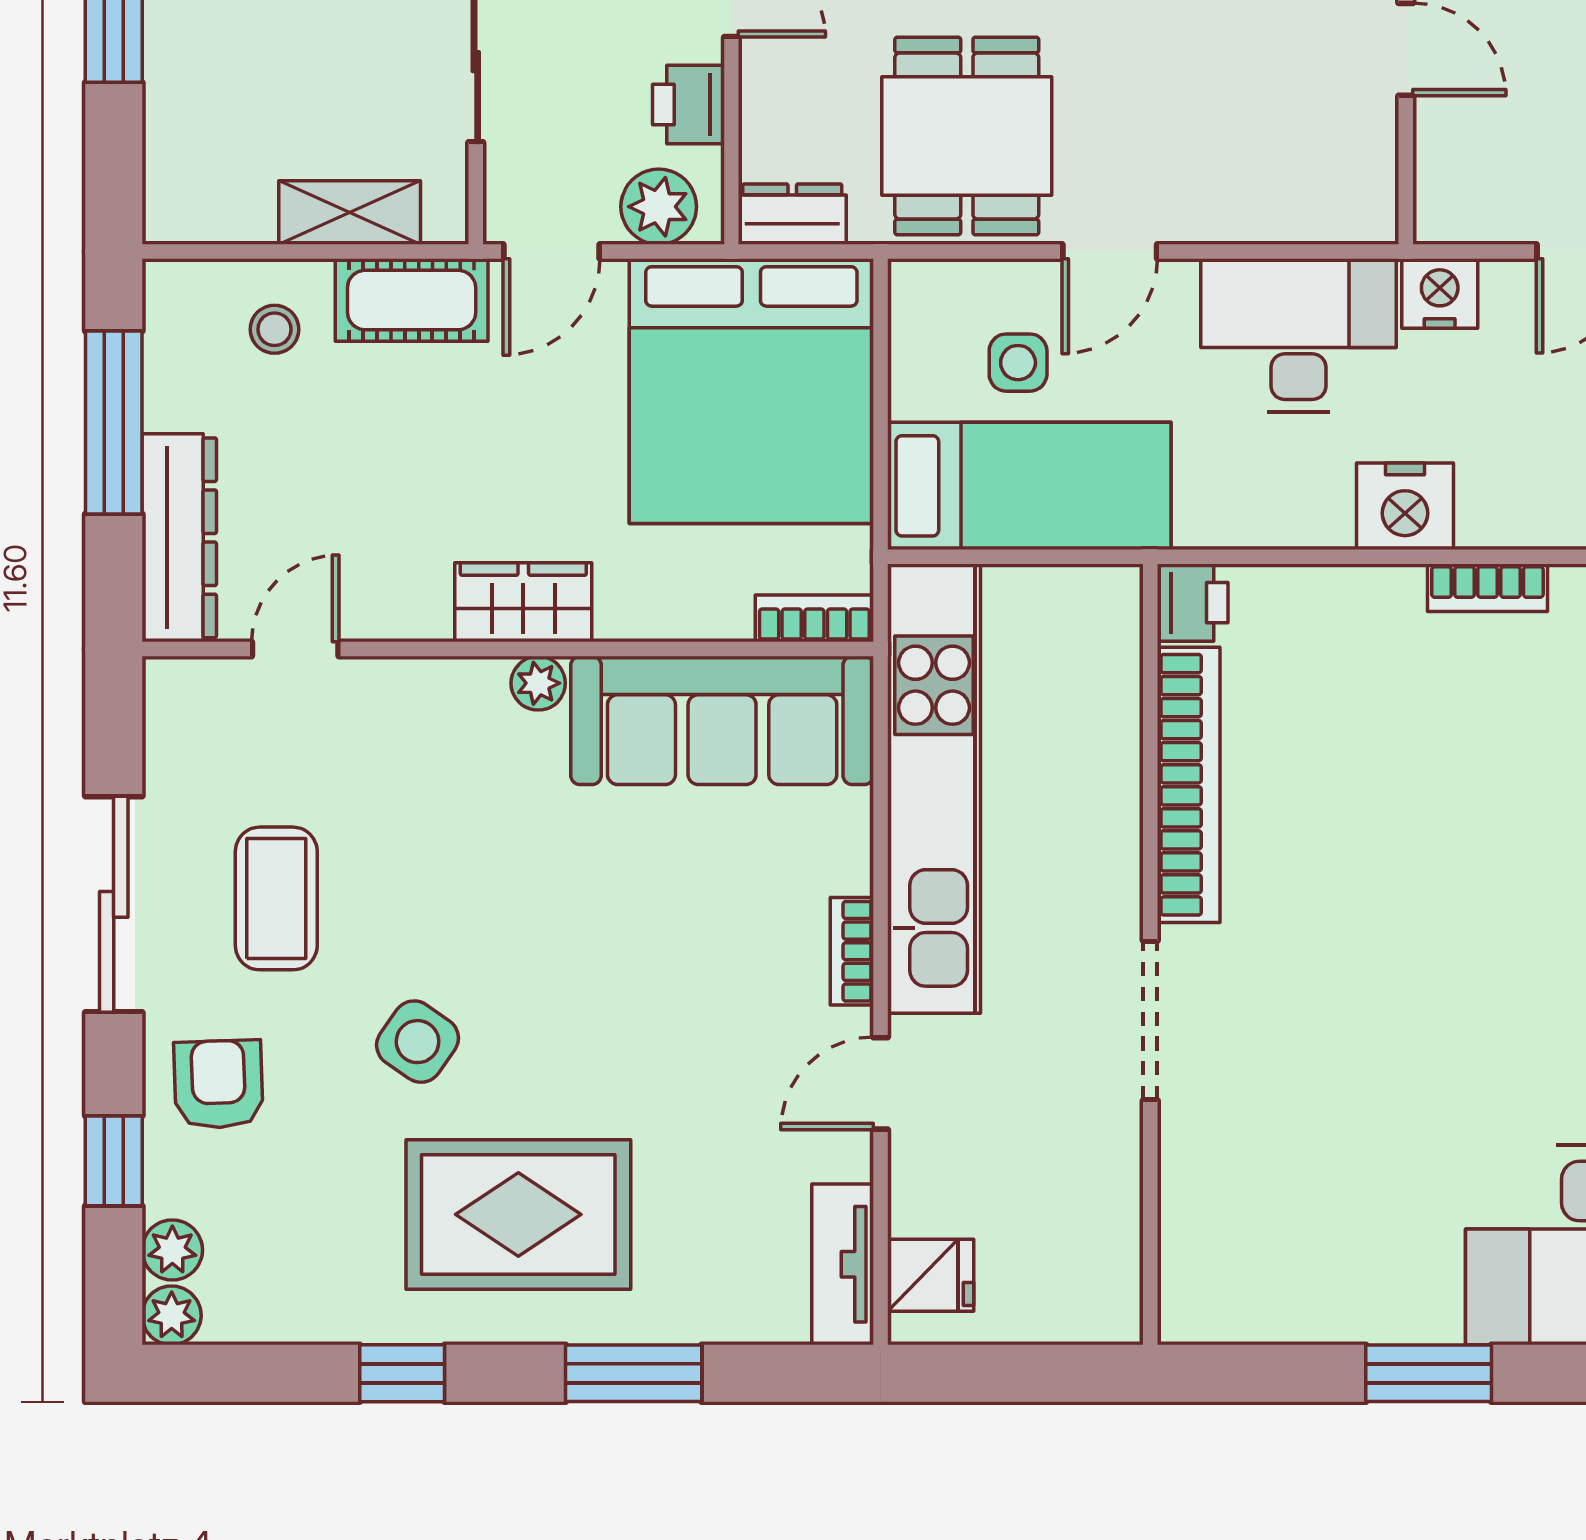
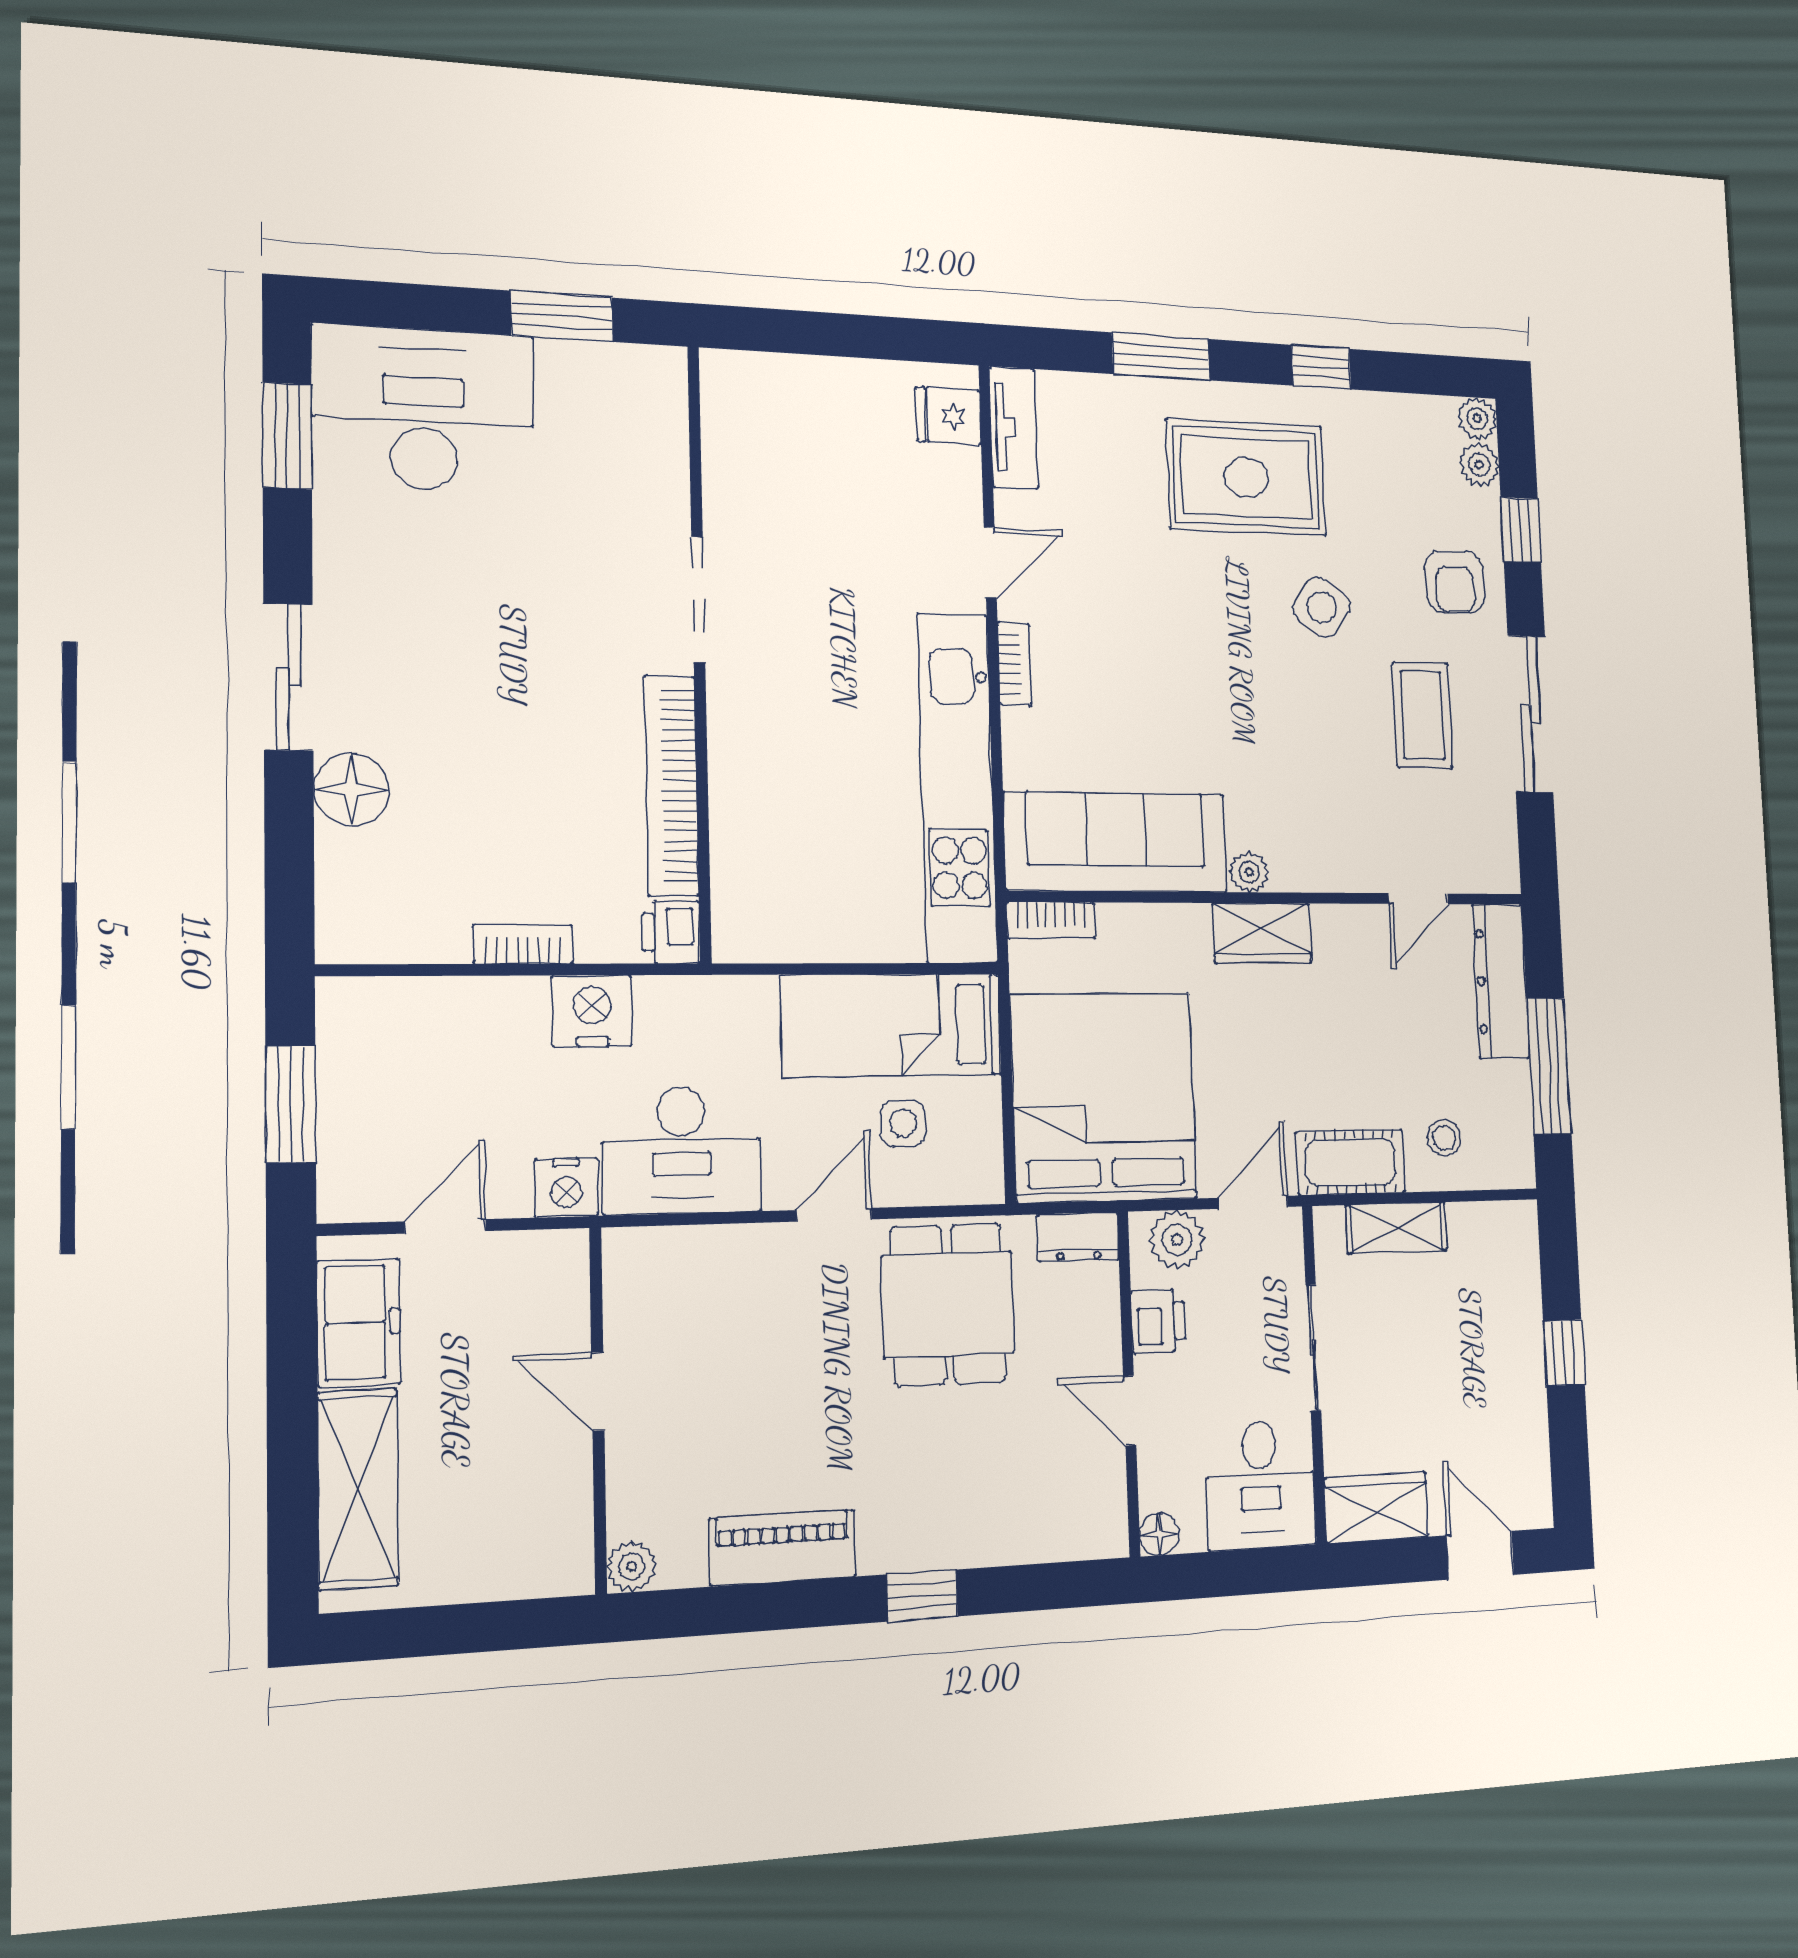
printer: (1193, 603) -> (671, 932), moved
bookcase: (1189, 785) -> (672, 786), moved
wall: (1150, 954) -> (699, 652), moved
doorway: (1150, 1020) -> (698, 599), moved

